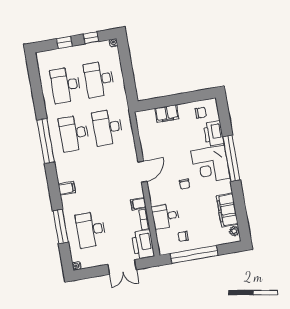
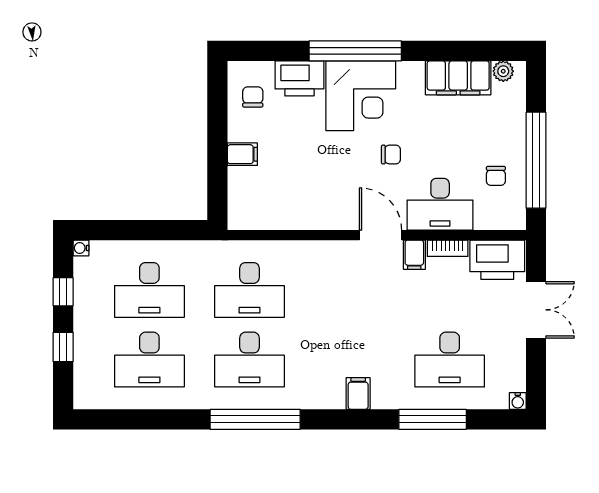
filing cabinet: (167, 113) -> (242, 154), width x0.50
door: (142, 172) -> (381, 235), moved
desk: (166, 216) -> (440, 204), width x1.37

